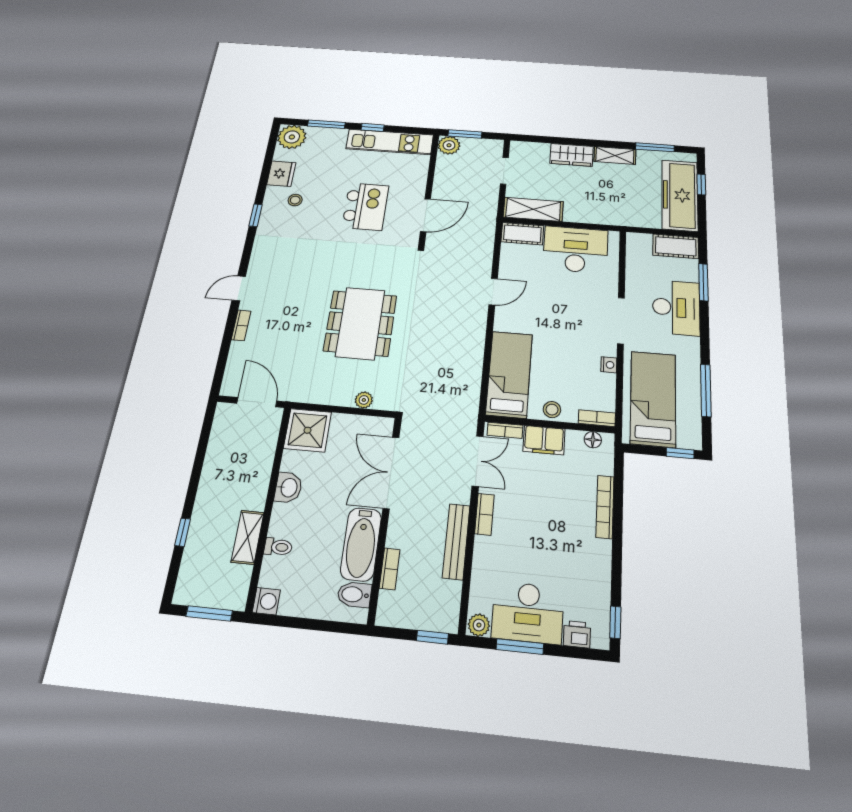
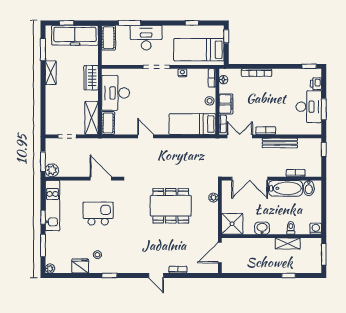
plant: (292, 137) -> (50, 269), width x0.53, depth x0.53
wardrobe: (572, 155) -> (91, 78), moved, turned 180
window: (706, 390) -> (192, 23), width x0.46
plant: (479, 625) -> (316, 129), removed

